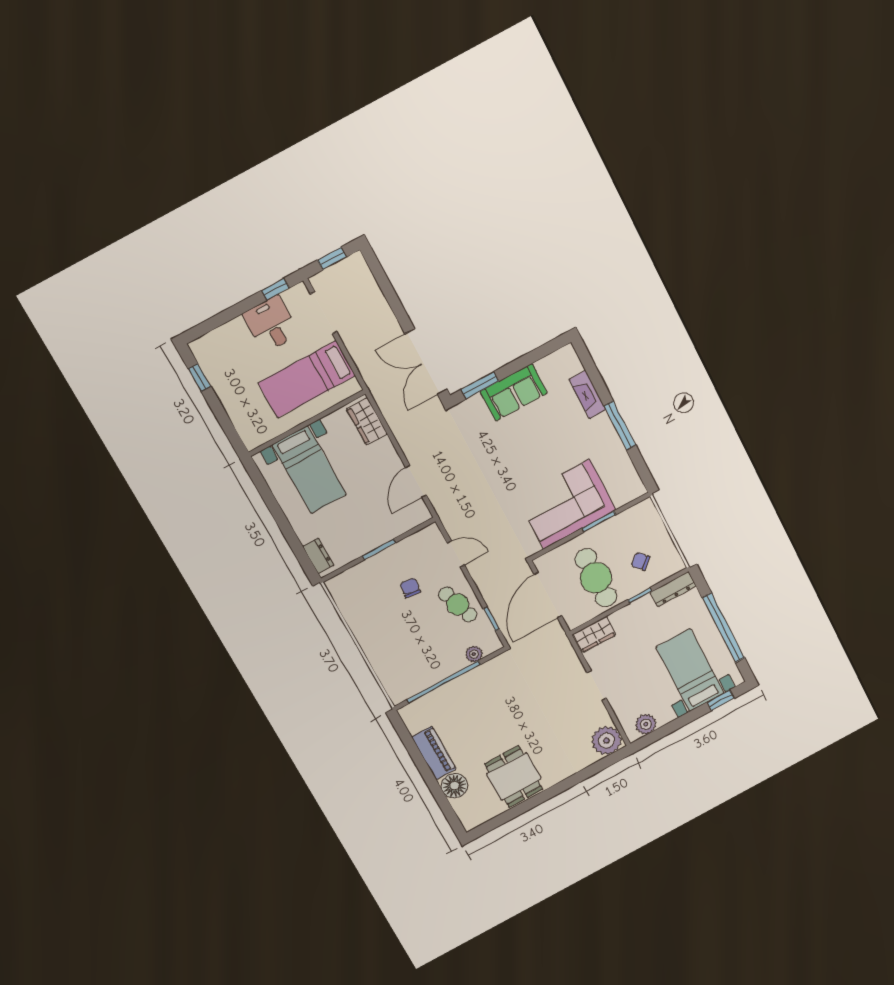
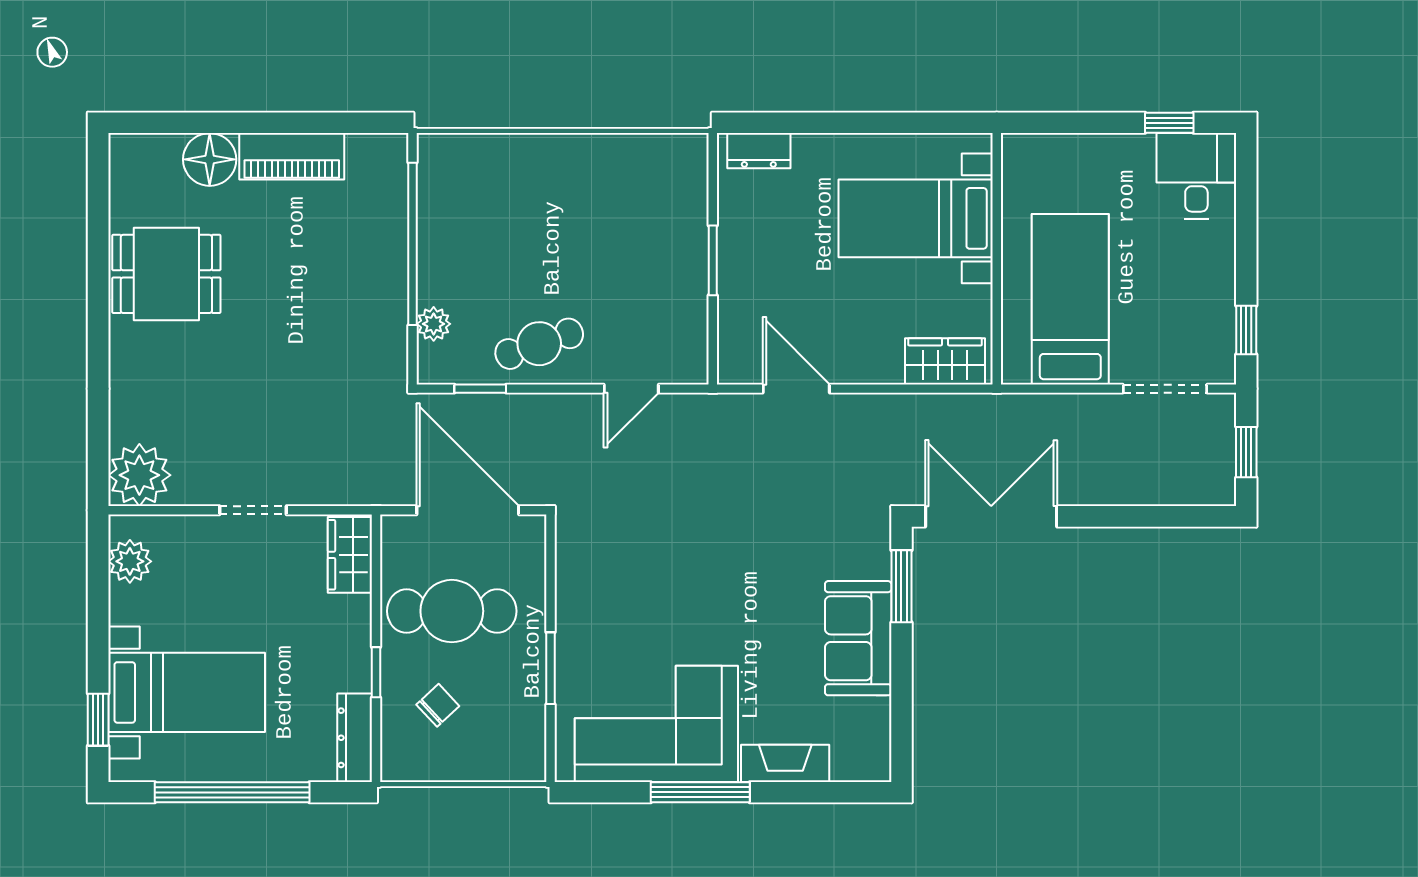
desk: (271, 324) -> (1196, 176), moved, turned -90
corner sofa: (567, 504) -> (656, 724), moved, turned -90
chair: (410, 588) -> (615, 277), removed

